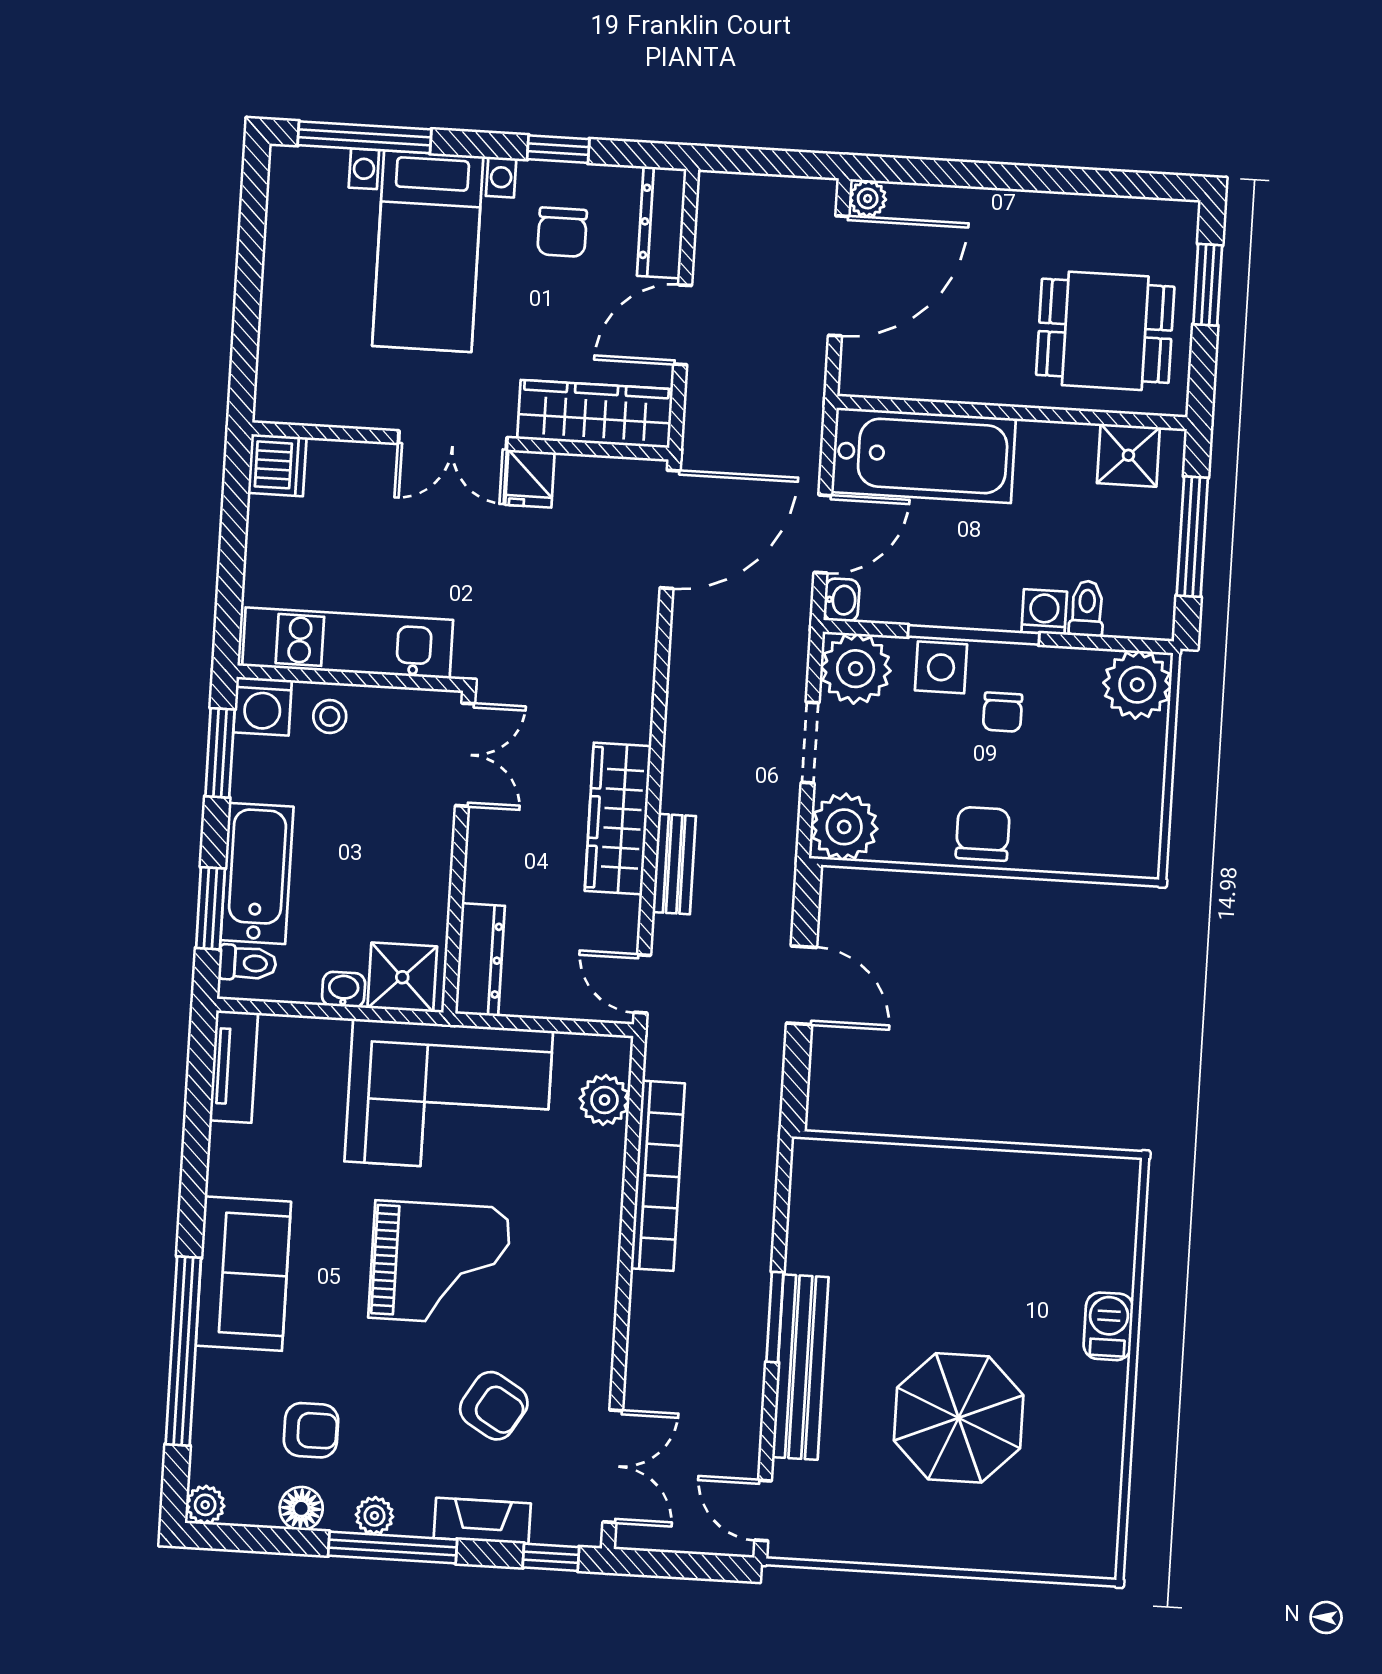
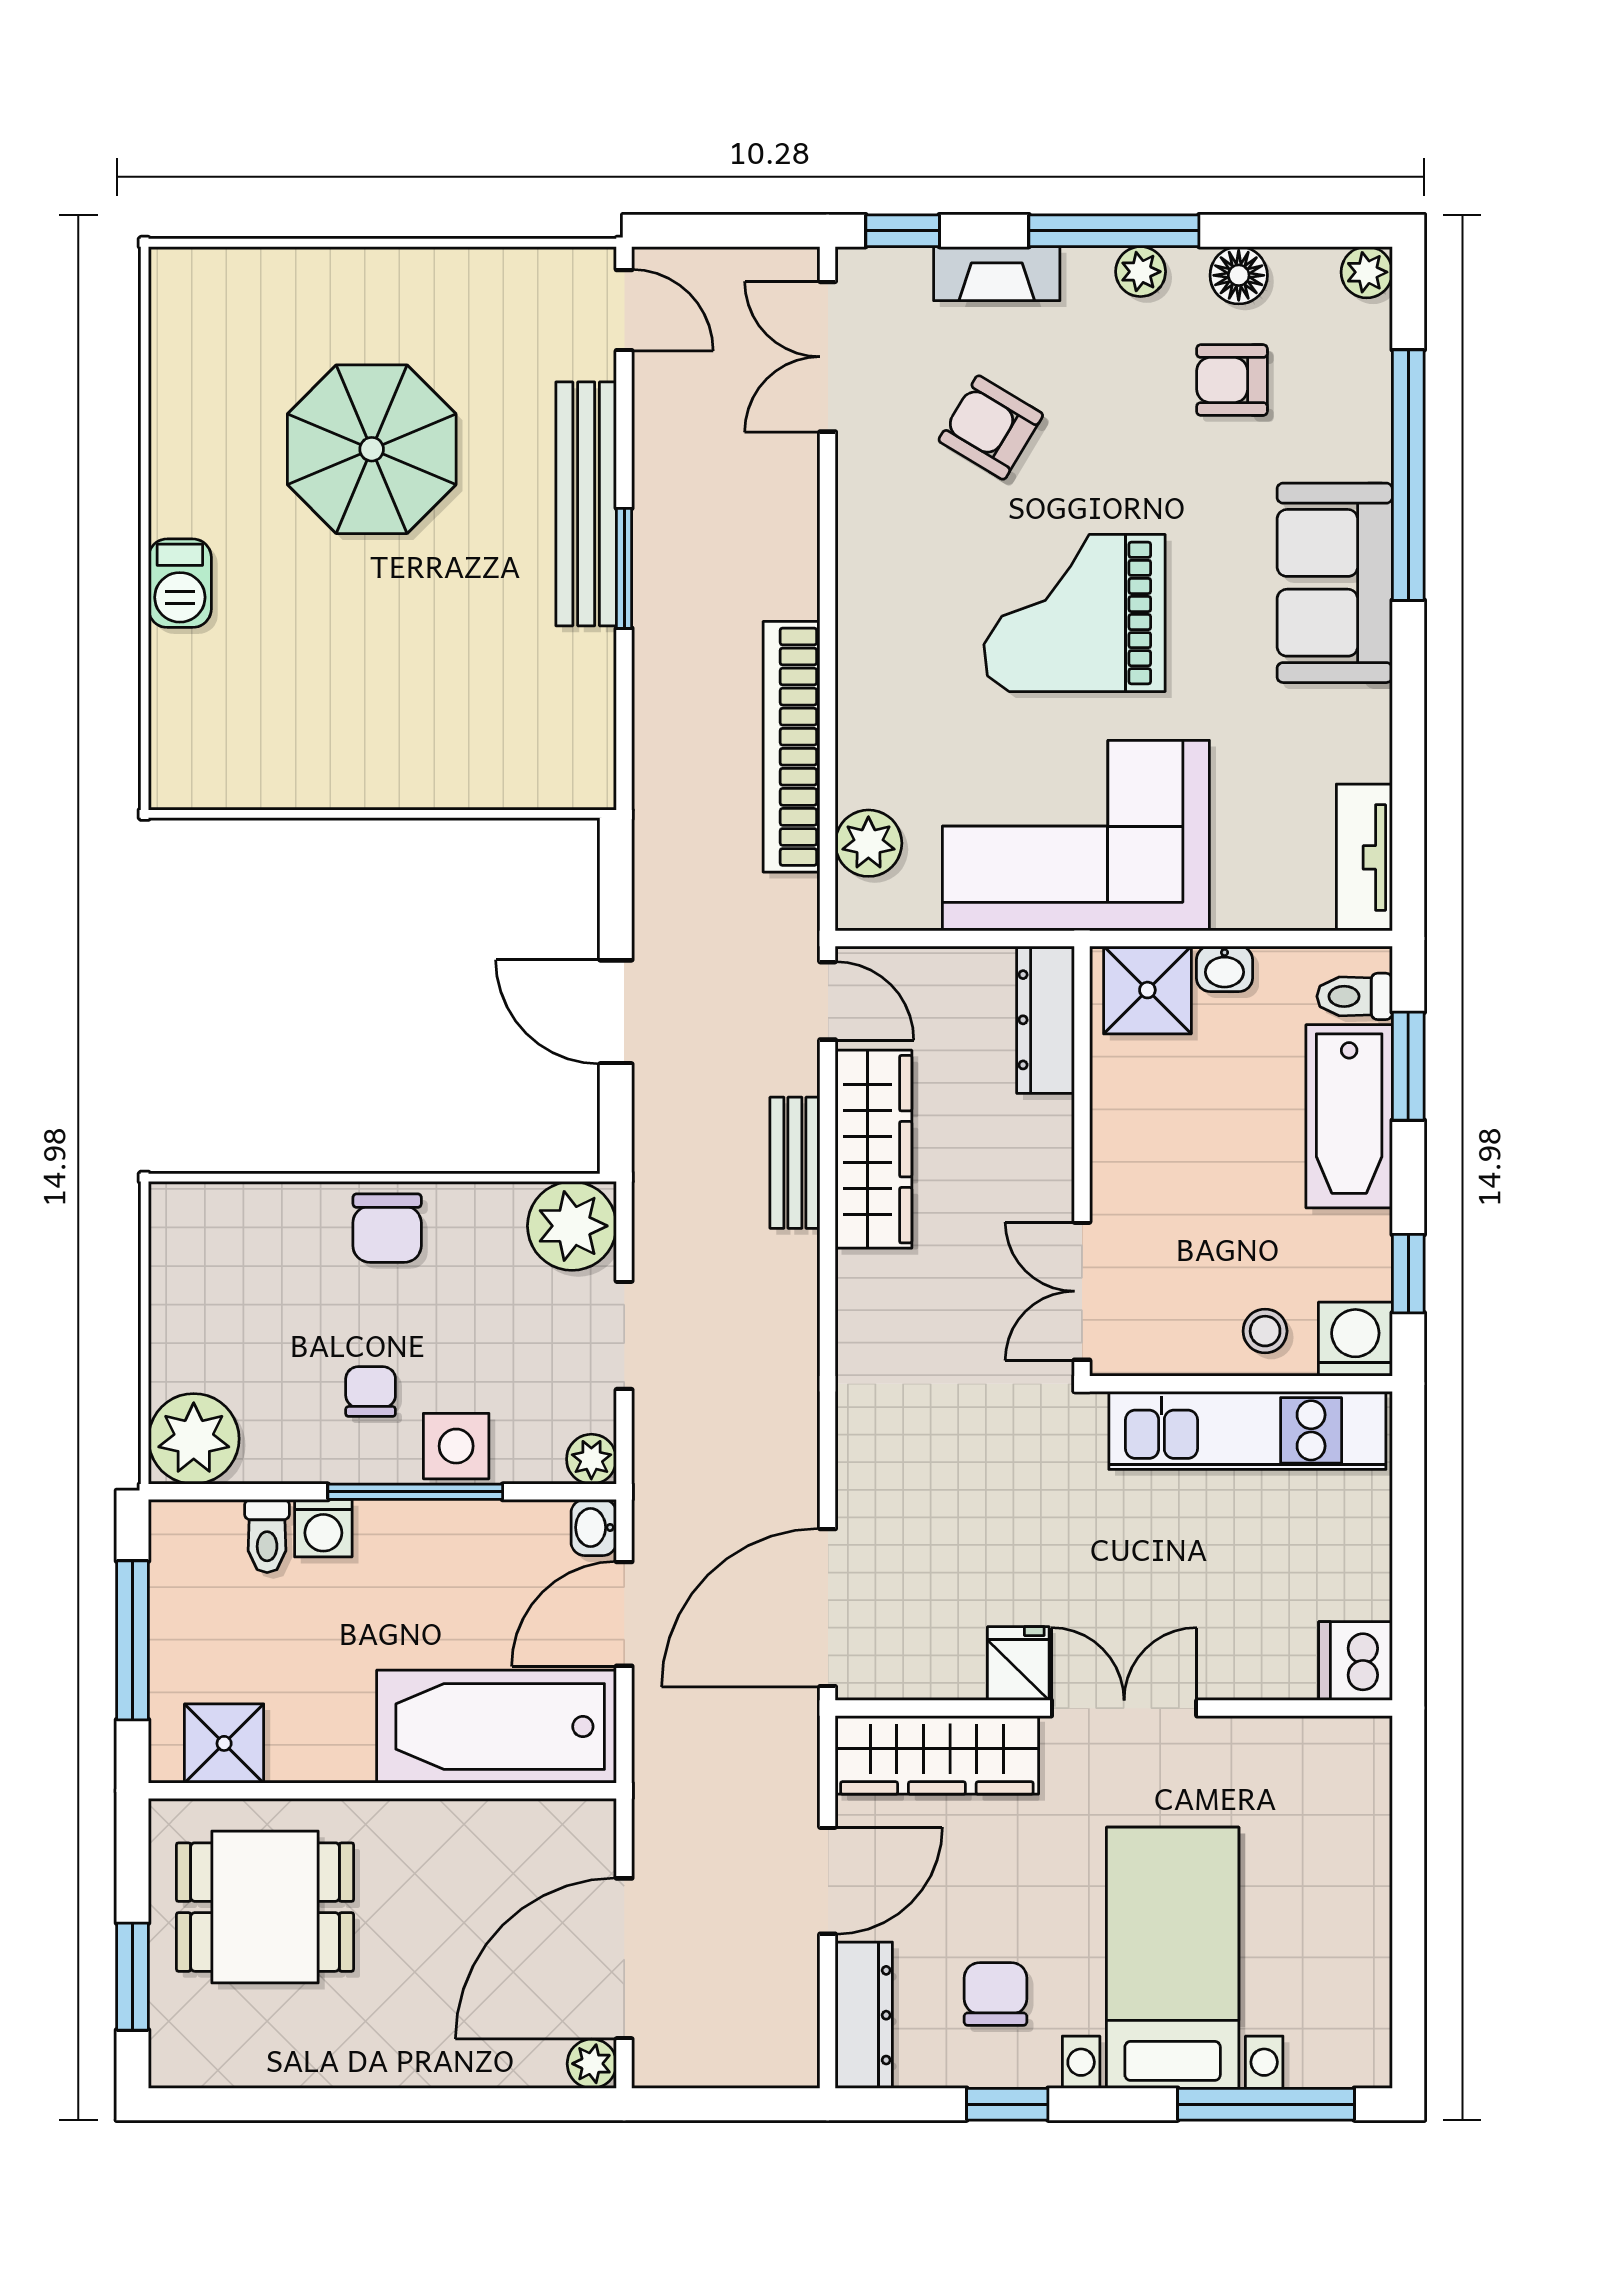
plant: (856, 669) -> (591, 1459), width x0.53, depth x0.53
window: (220, 753) -> (1408, 1274), width x0.67
wardrobe: (618, 819) -> (874, 1149), moved

